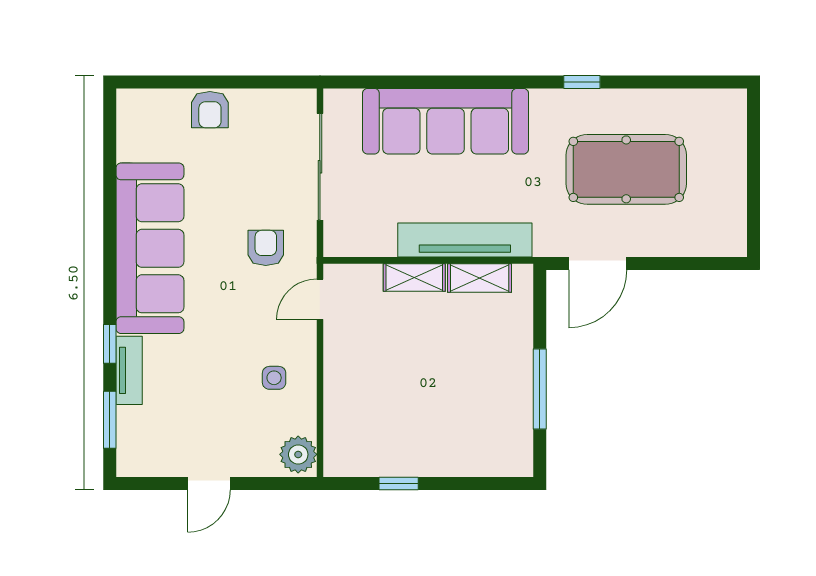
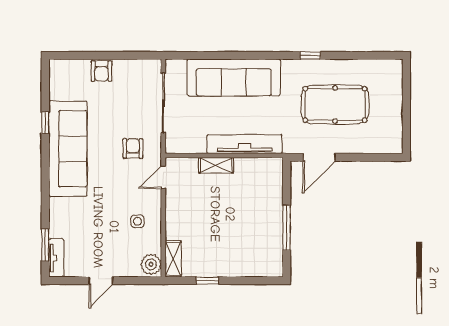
shelving: (480, 278) -> (173, 259), moved, turned 90
window: (110, 344) -> (45, 123), moved
tv unit: (129, 370) -> (56, 258), moved

